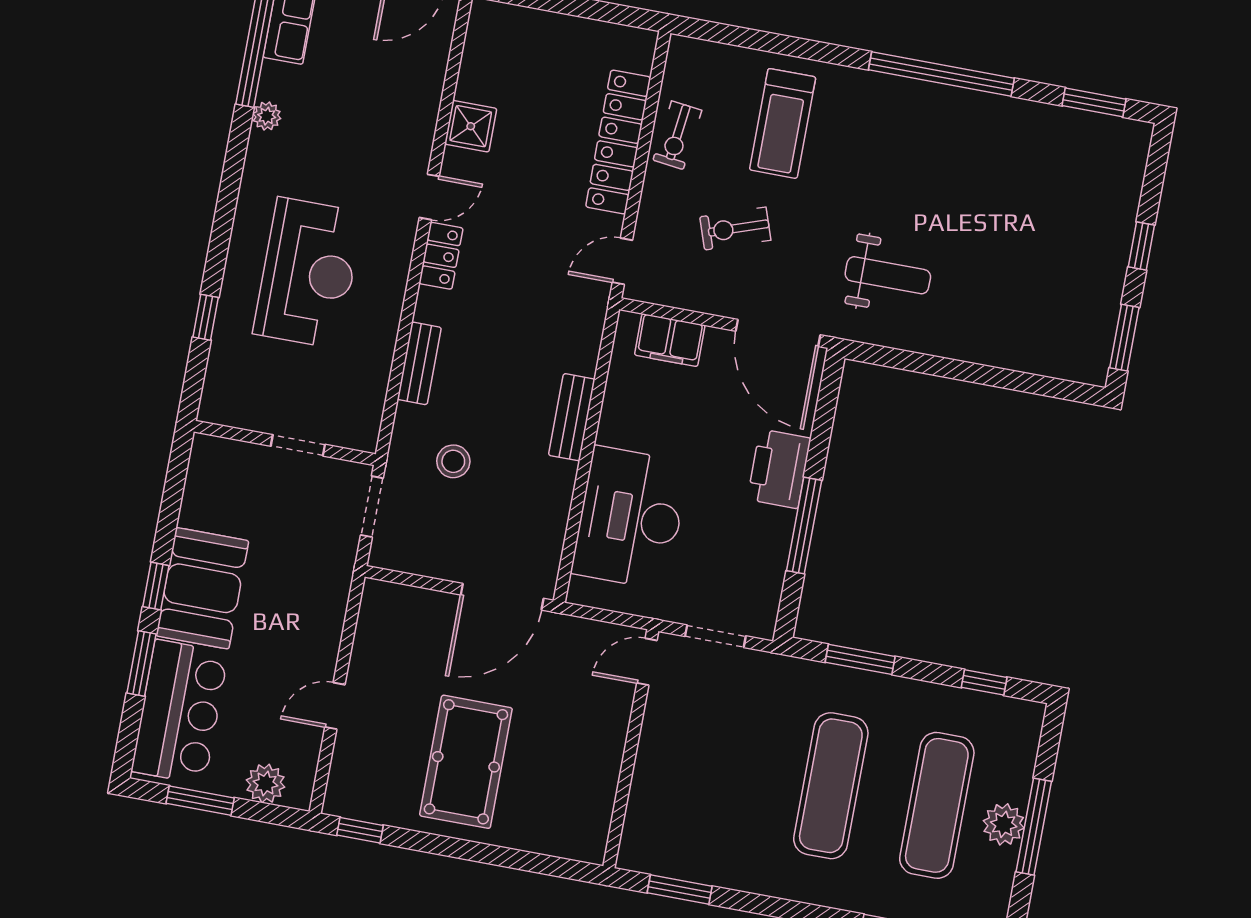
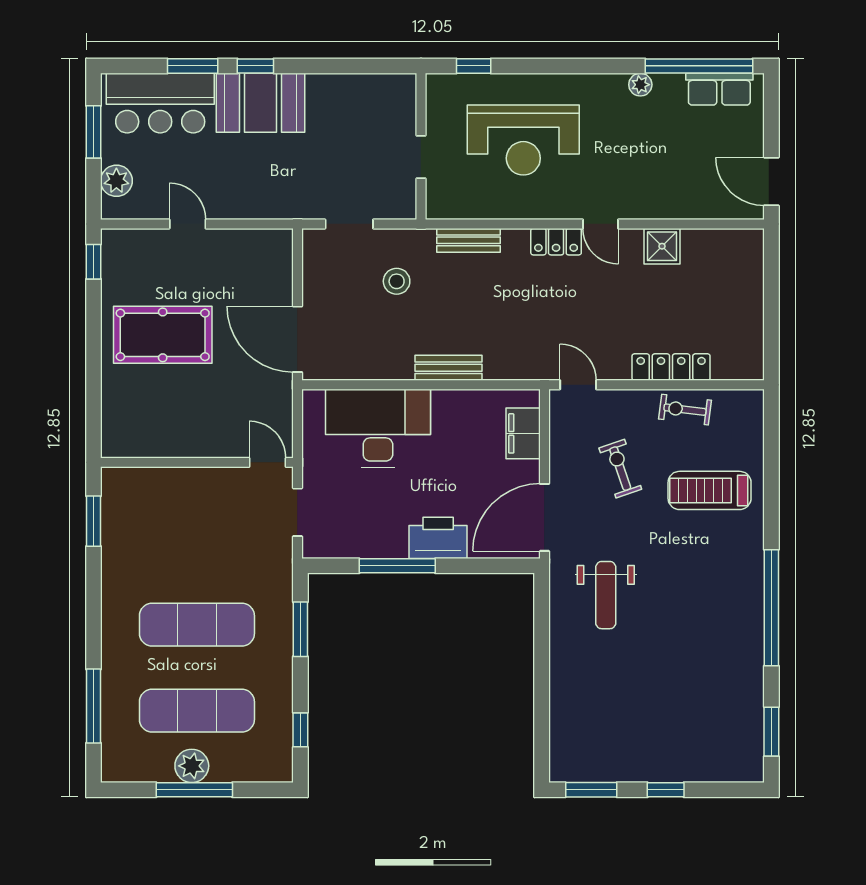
locker: (618, 142) -> (671, 367), width x0.71, depth x0.83
wall: (285, 443) -> (421, 146), moved
doorway: (298, 445) -> (421, 157), moved

